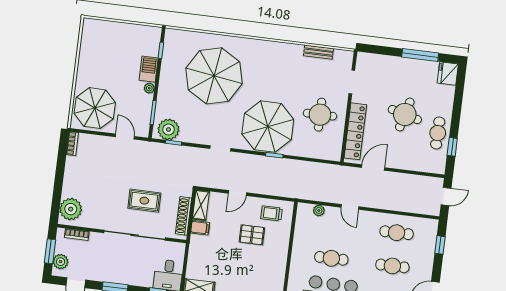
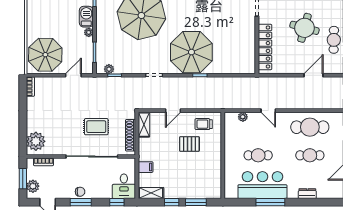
round table: (320, 115) -> (234, 37), removed
plant: (168, 129) -> (109, 69), width x0.53, depth x0.53
door: (125, 137) -> (73, 75), hinge flipped
door: (373, 168) -> (314, 75), moved
filing cabinet: (200, 228) -> (146, 167), moved
cafe table: (397, 233) -> (310, 127), width x1.37, depth x1.35
chair: (116, 275) -> (80, 192), added

